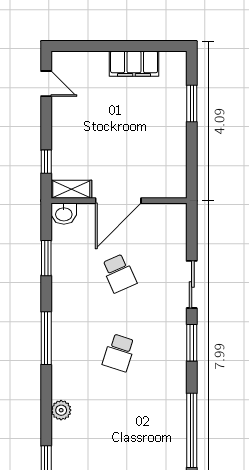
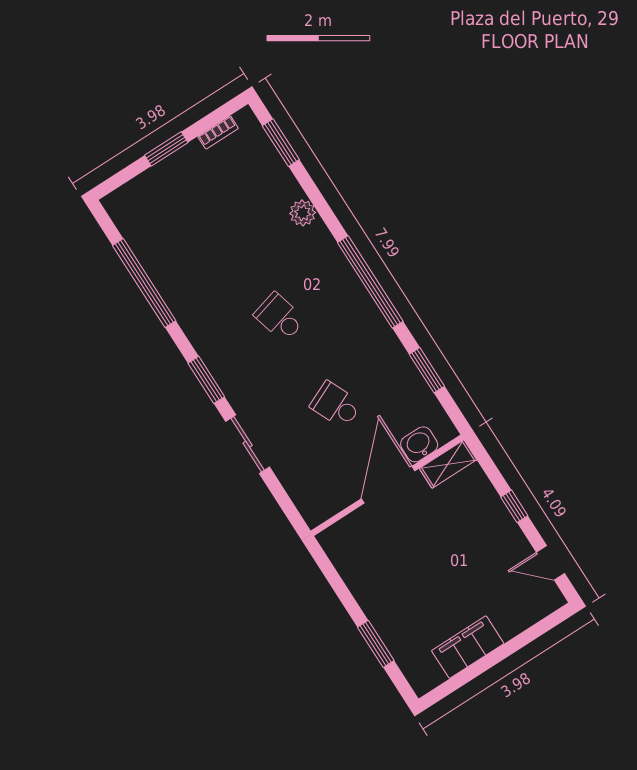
window: (46, 162) -> (514, 506), moved
washbasin: (64, 214) -> (419, 444), moved
window: (46, 338) -> (370, 282), width x1.46
school desk: (119, 353) -> (279, 317), turned -33

